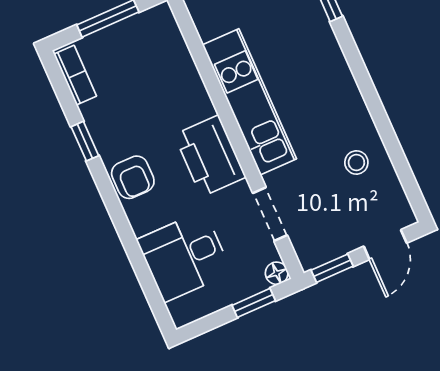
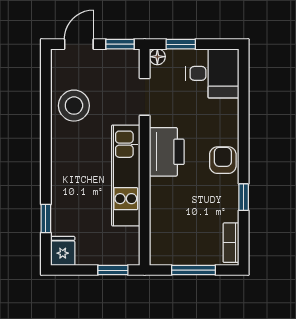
stool: (356, 162) -> (74, 106), width x1.89, depth x1.89
desk: (184, 256) -> (212, 73), moved

